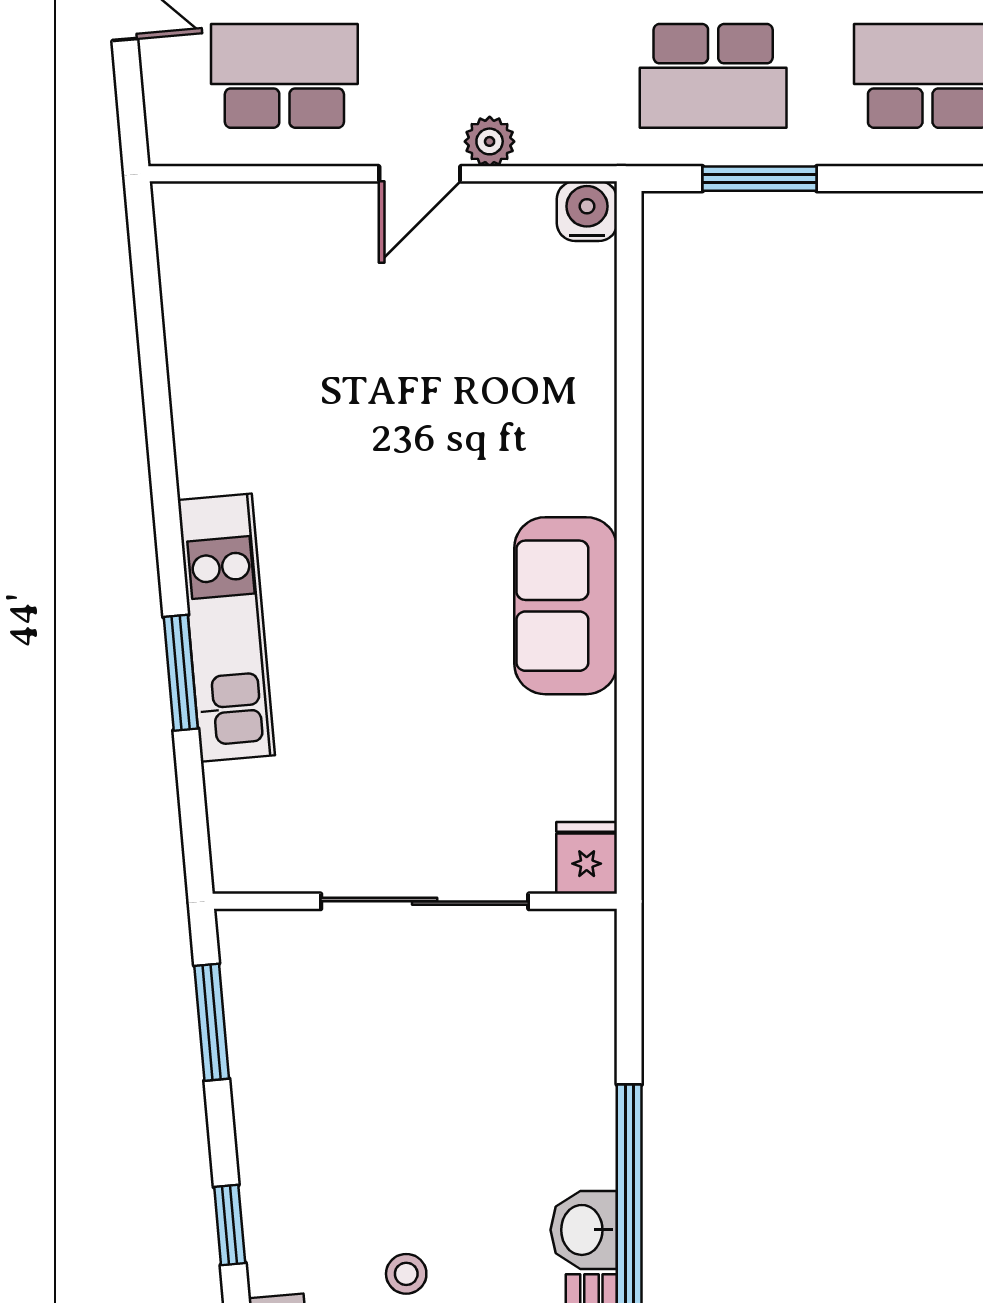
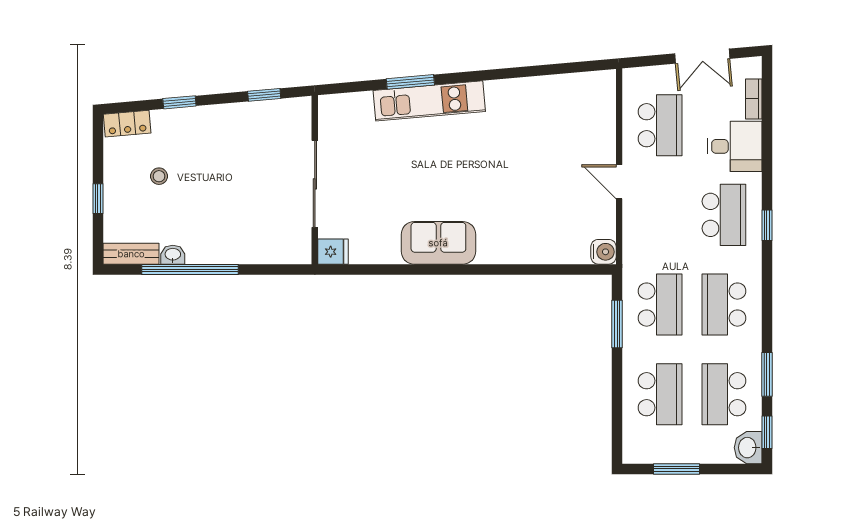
school desk: (713, 76) -> (660, 305), turned 180
plant: (490, 141) -> (633, 211), removed
window: (212, 1022) -> (264, 95), width x0.67
washbasin: (584, 1230) -> (173, 255), width x0.72, depth x0.69

